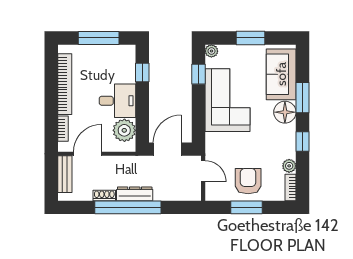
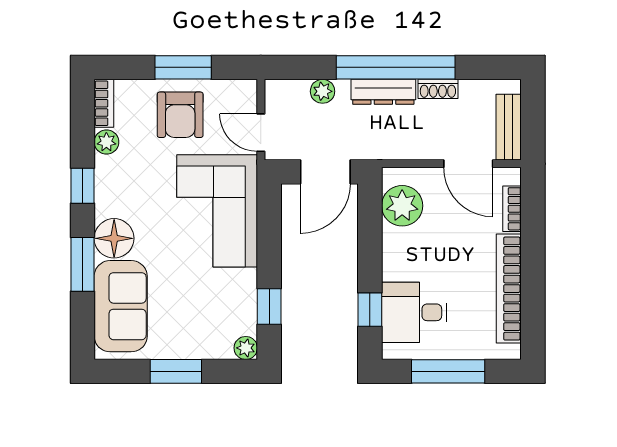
corner sofa: (227, 100) -> (217, 211), moved
desk: (118, 101) -> (414, 312), moved
door: (87, 154) -> (468, 164), hinge flipped
plant: (169, 194) -> (323, 91), added

